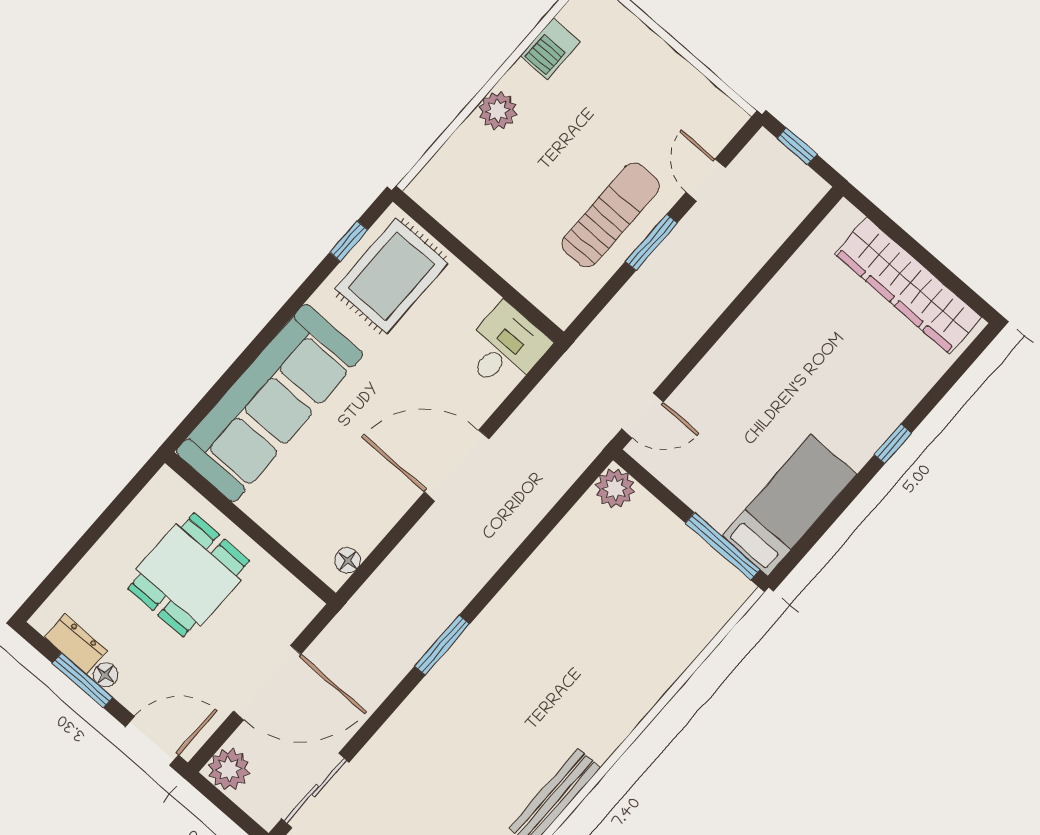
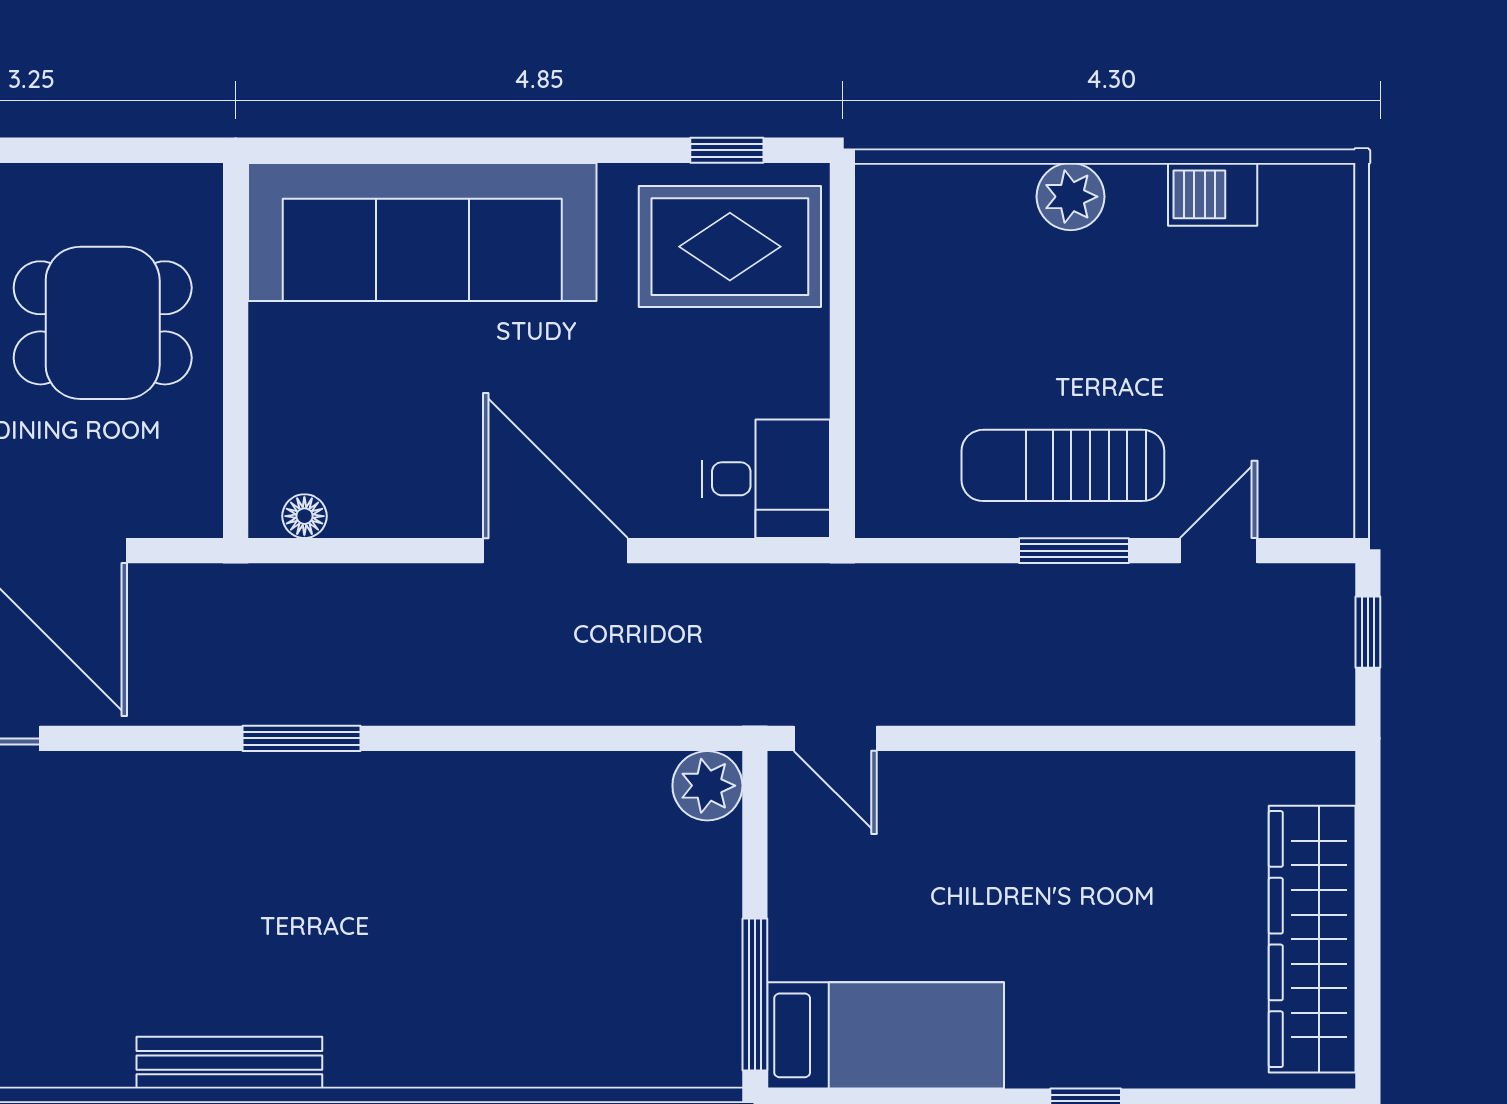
sun lounger: (611, 215) -> (1063, 465), turned 180

